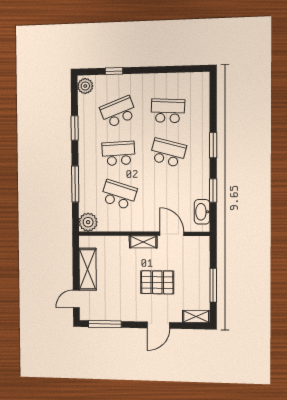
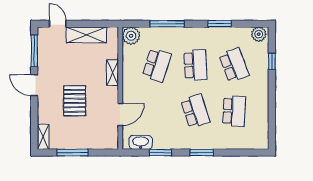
school desk: (168, 153) -> (195, 111), turned -33
shelving: (143, 242) -> (113, 73), moved
door: (158, 325) -> (34, 85), moved

